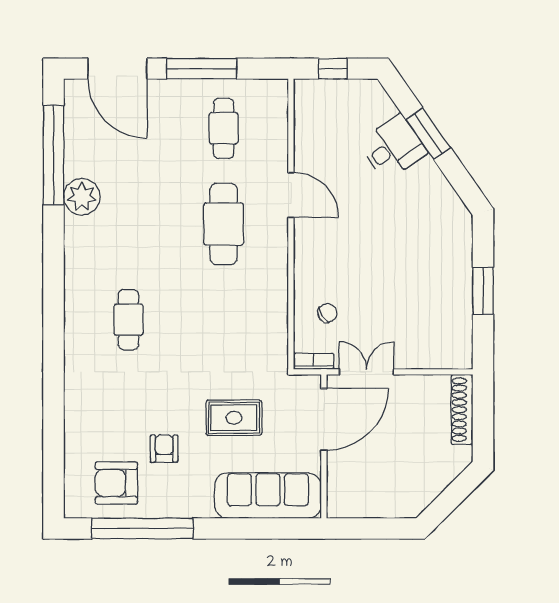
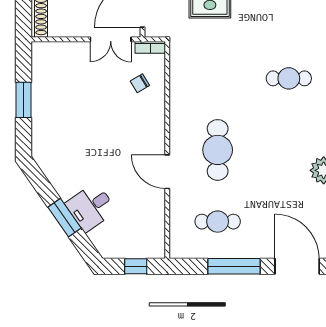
cafe table: (224, 128) -> (218, 222), turned 90
cafe table: (128, 320) -> (289, 78), turned 90

